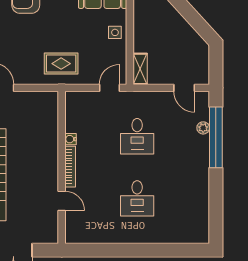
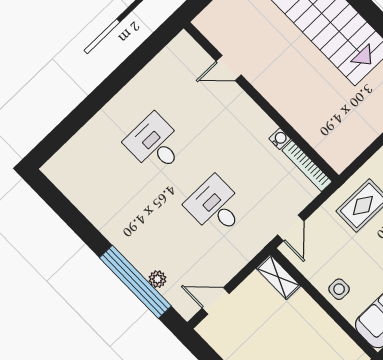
bookcase: (70, 167) -> (307, 166), moved

